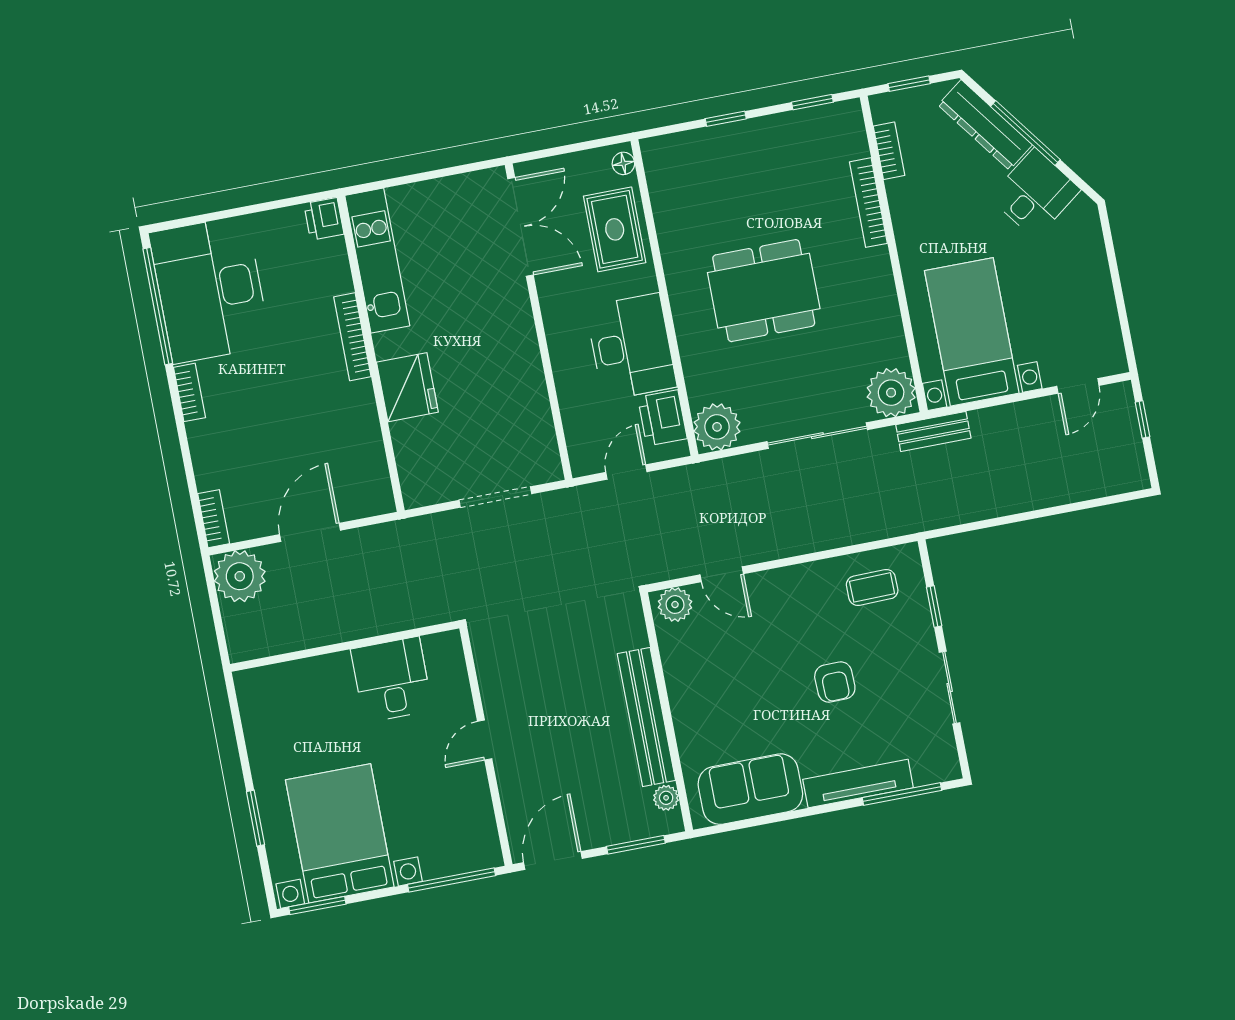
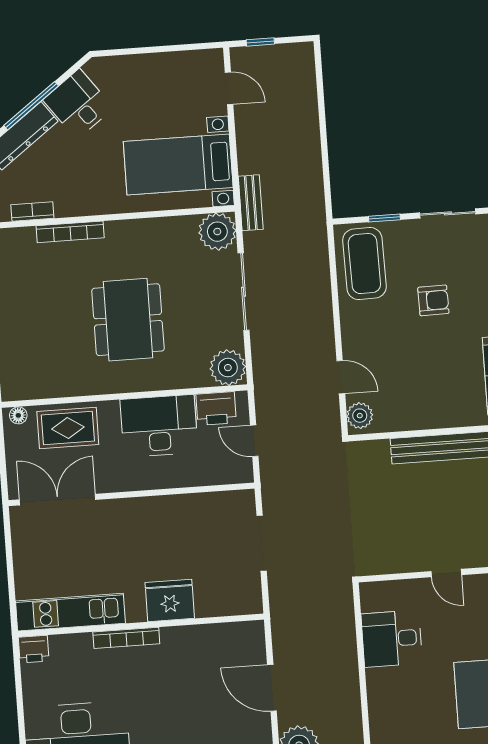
door: (722, 574) -> (341, 377), hinge flipped
coffee table: (872, 587) -> (364, 264), width x1.86, depth x1.72

